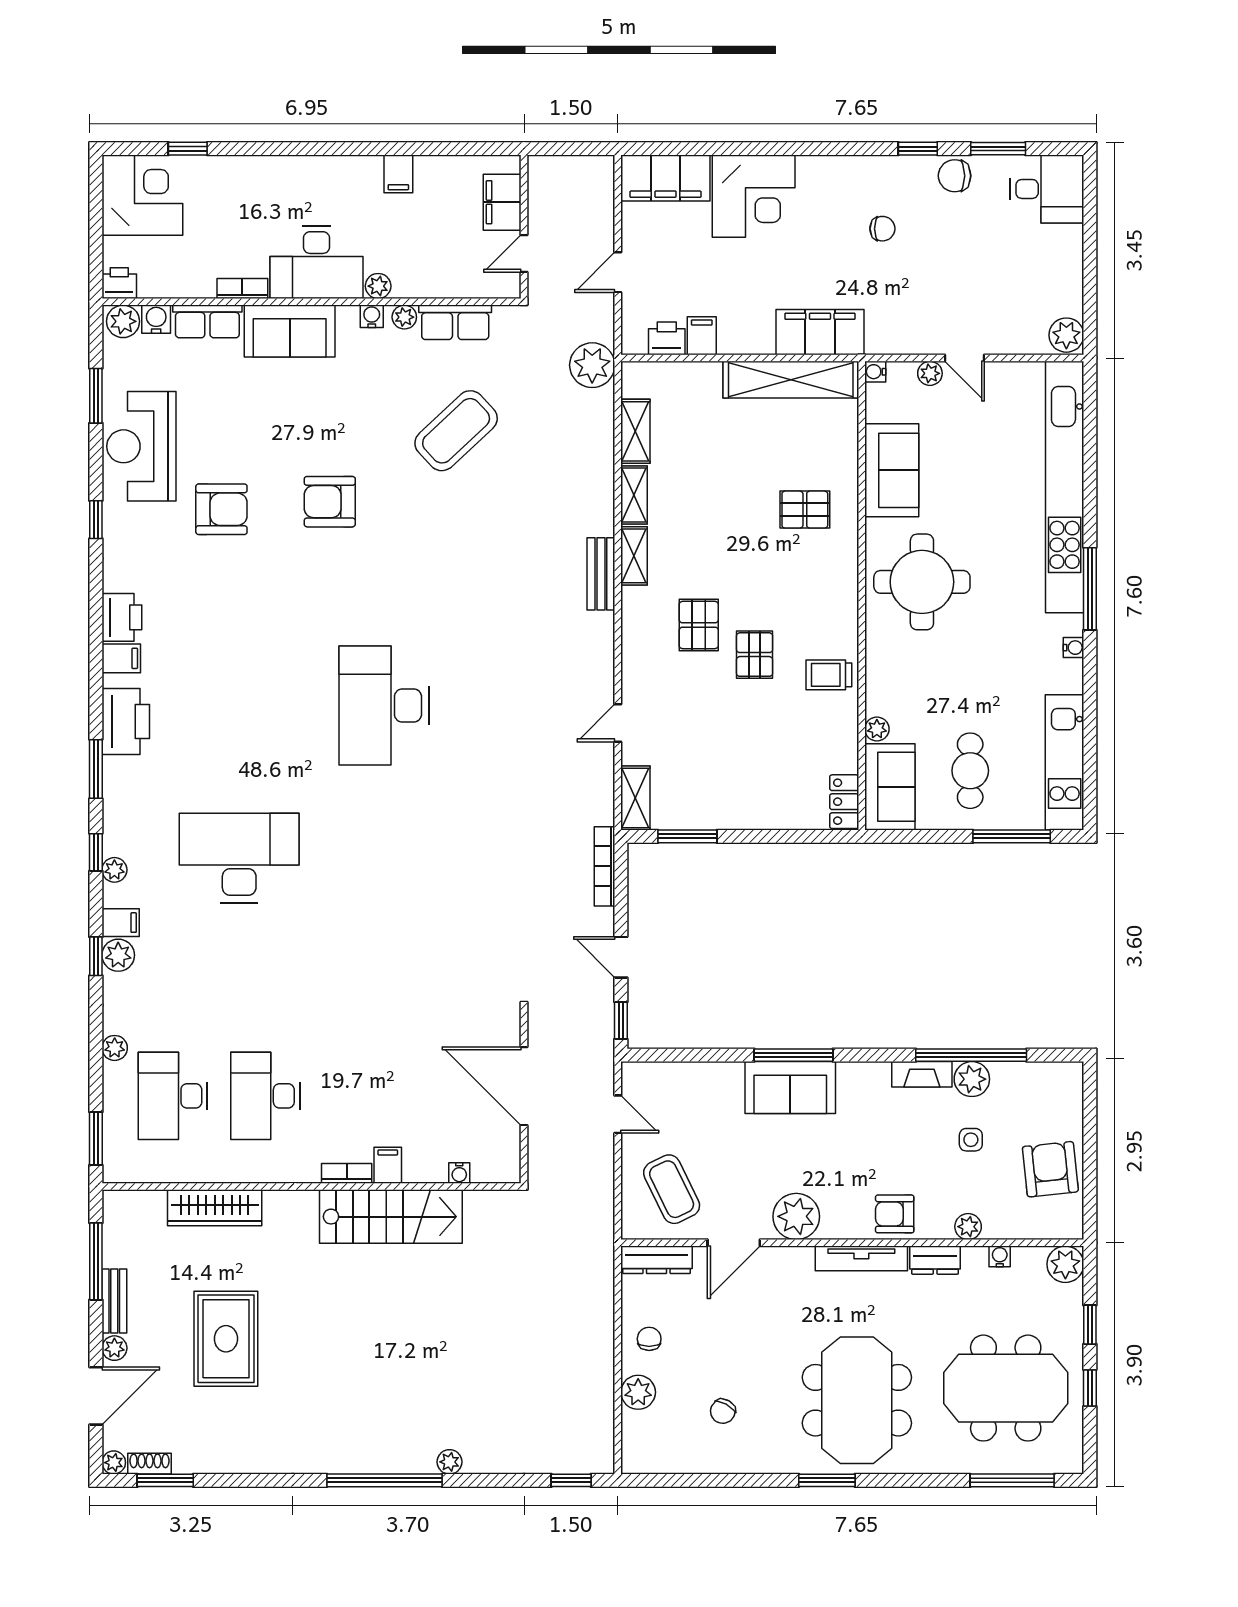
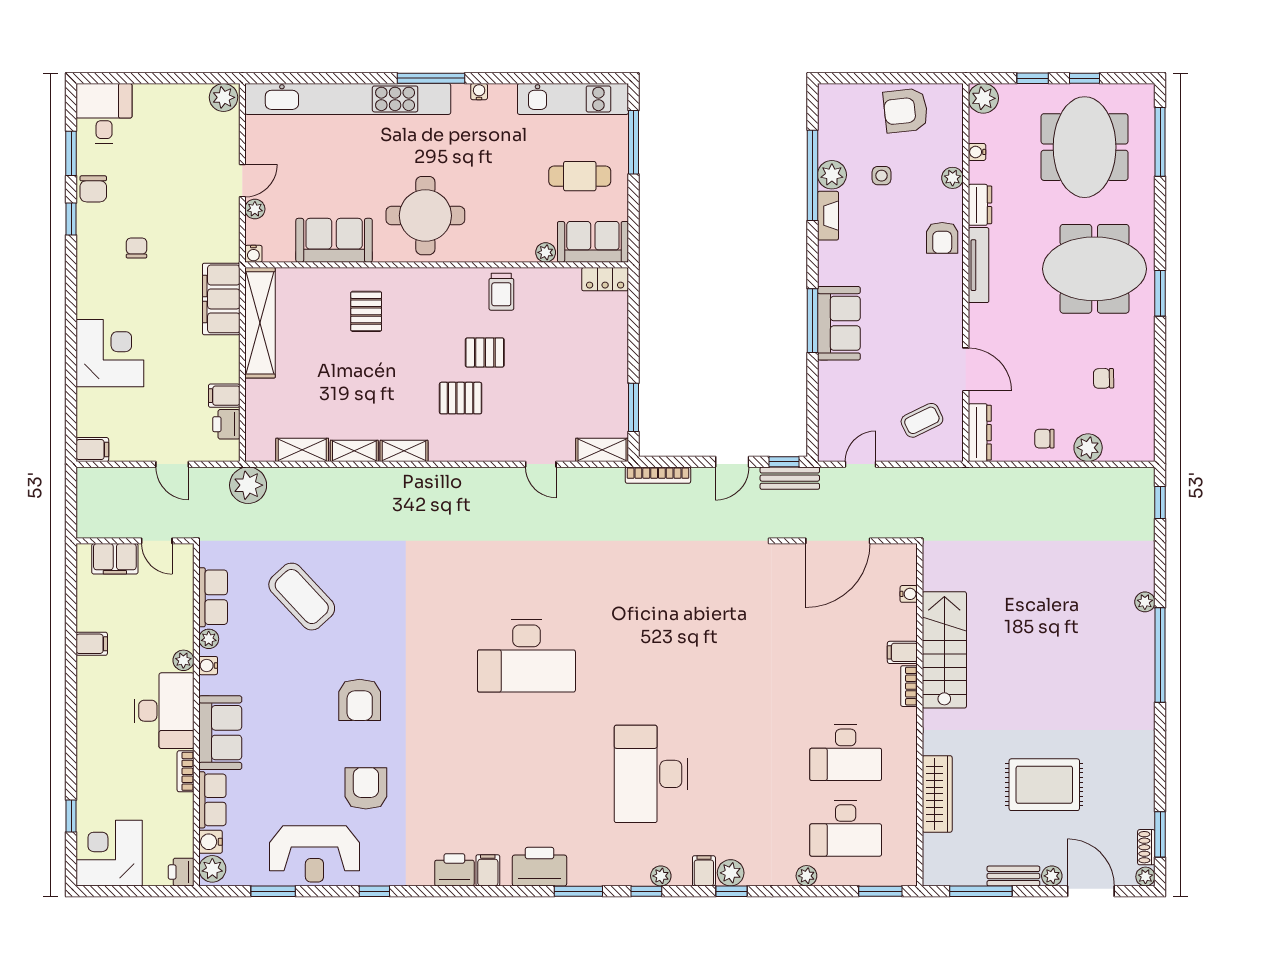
filing cabinet: (665, 178) -> (92, 450), width x0.33, depth x0.86
bench: (601, 574) -> (790, 478), moved
coffee table: (672, 1189) -> (922, 420), width x0.73, depth x0.77
plant: (796, 1216) -> (944, 318), removed
chair: (723, 1411) -> (1104, 378), turned 150

